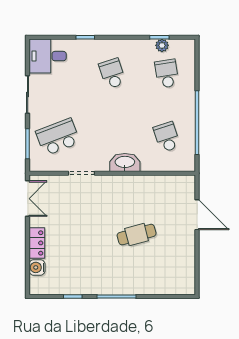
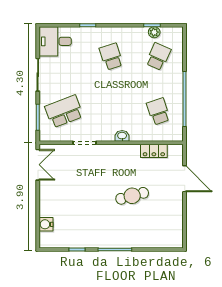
school desk: (167, 74) -> (158, 57), turned 33
washbasin: (125, 162) -> (122, 136), width x0.52, depth x0.69
locker: (37, 243) -> (154, 151), moved, turned 90

